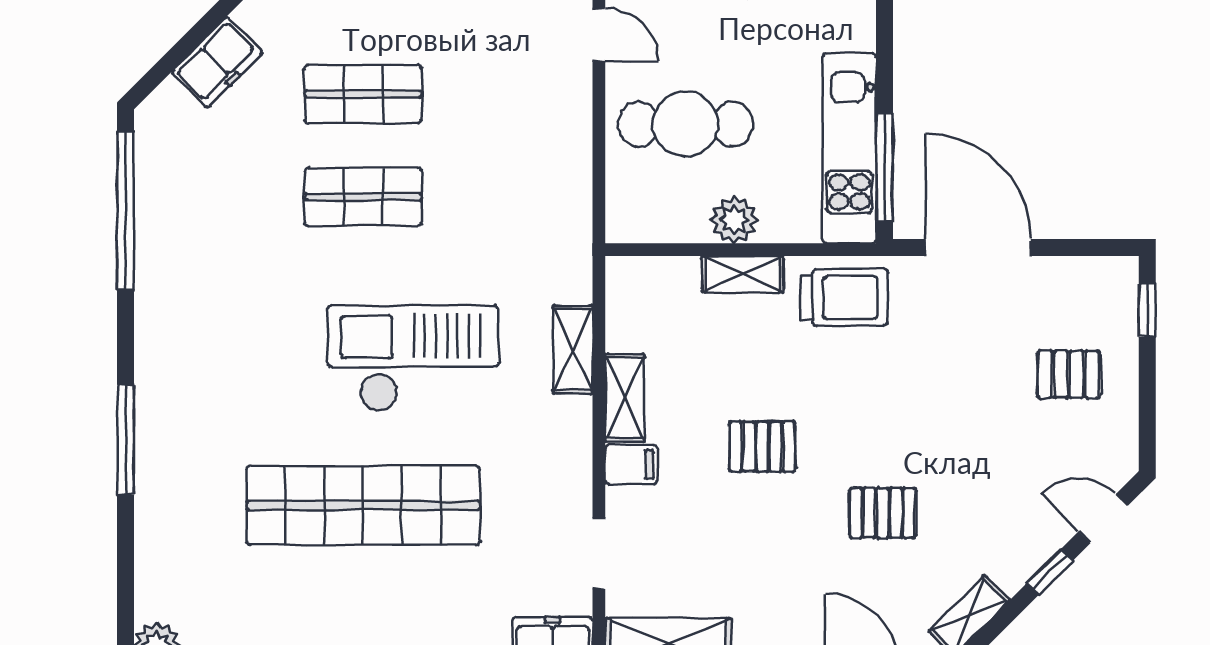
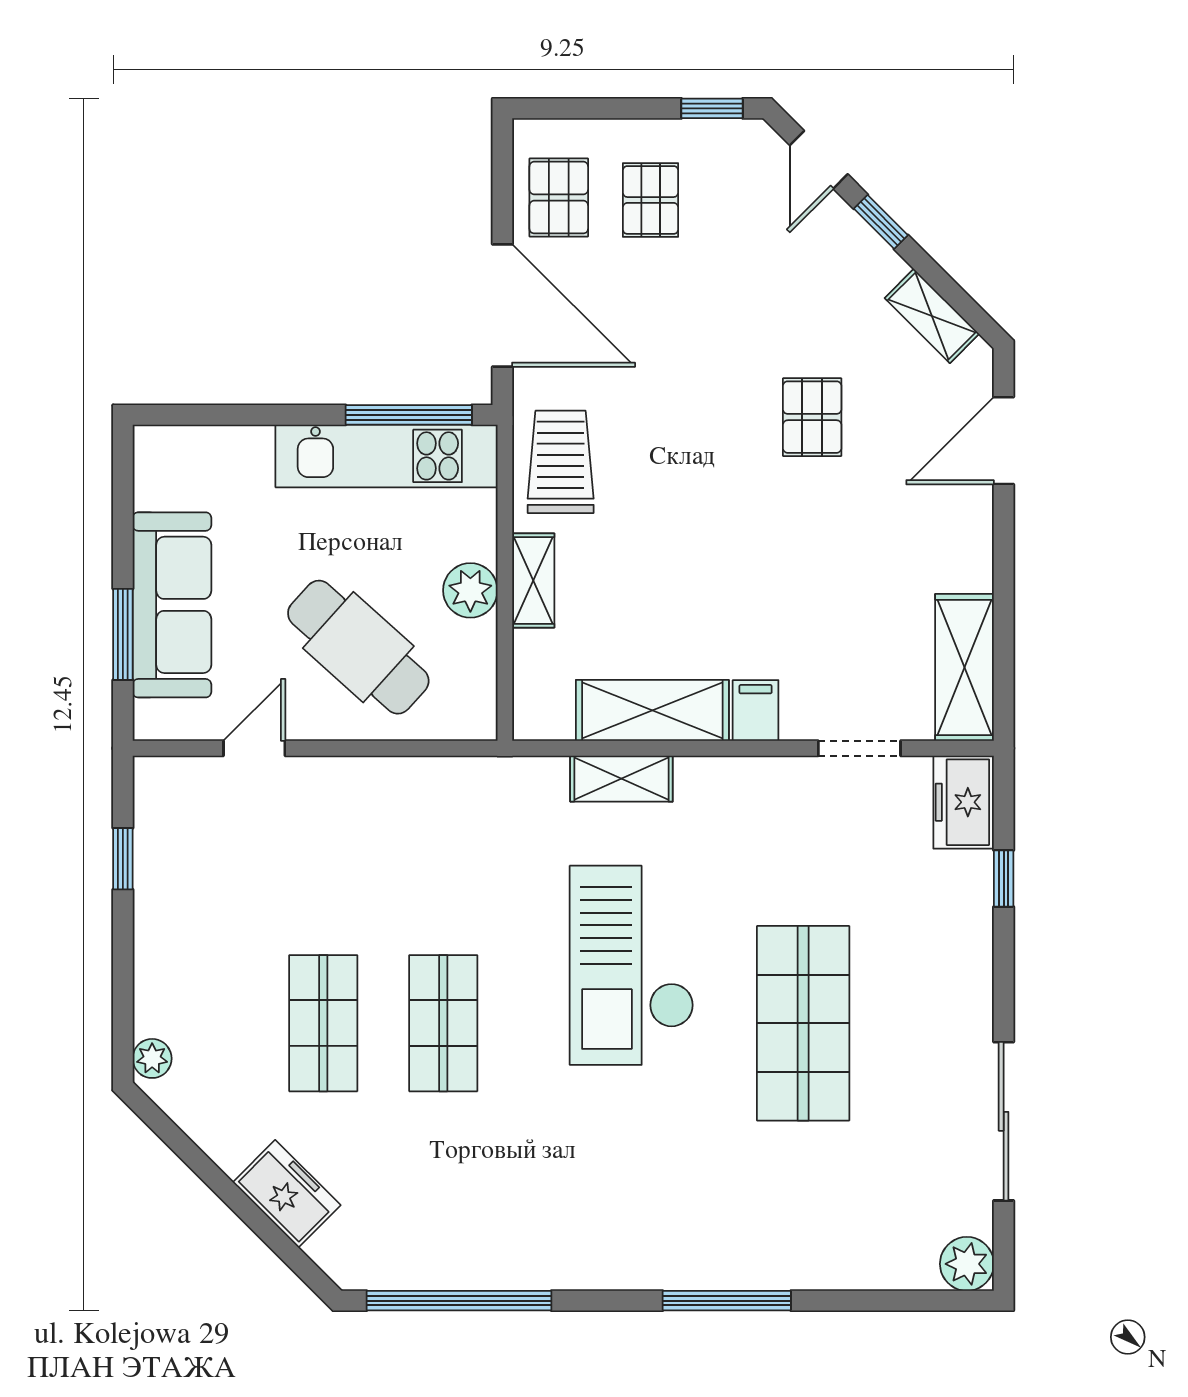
cafe table: (686, 124) -> (358, 647), turned -48
door: (978, 247) -> (502, 306), swing flipped
window: (1147, 310) -> (712, 108), moved
shelving: (625, 398) -> (652, 710), width x1.50, depth x1.33
pallet: (762, 447) -> (559, 198), moved
shop shelf: (363, 505) -> (803, 1023), width x0.71

